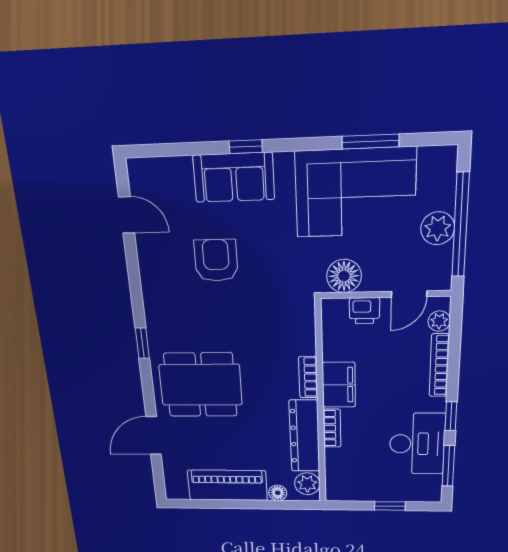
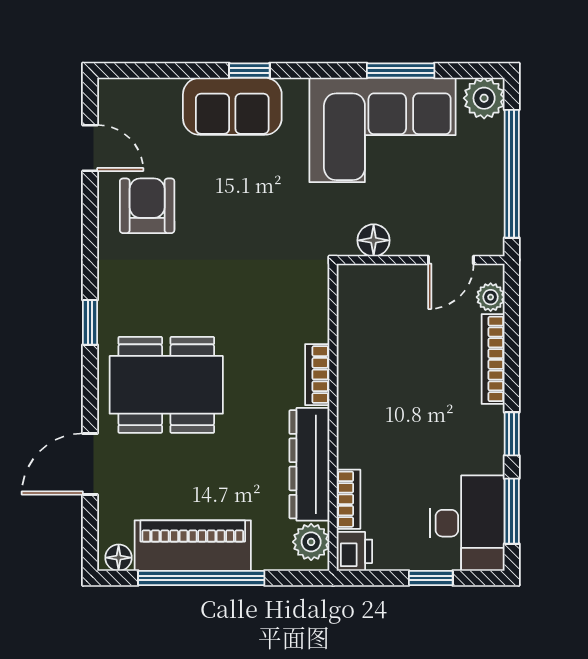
plant: (438, 228) -> (484, 98), moved
armchair: (216, 260) -> (147, 206), moved
floor lamp: (344, 276) -> (374, 240), width x0.73, depth x0.73
printer: (364, 311) -> (354, 551), moved, turned -90
filing cabinet: (339, 385) -> (359, 386), removed
bookcase: (332, 428) -> (348, 499), moved
desk: (417, 444) -> (467, 523), moved
floor lamp: (278, 493) -> (119, 558), moved
window: (234, 504) -> (201, 578), added

